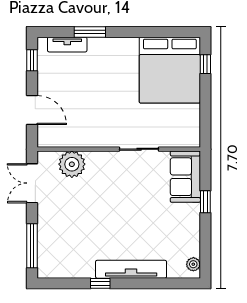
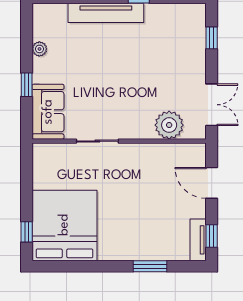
tv unit: (67, 45) -> (198, 240), moved, turned -90
window: (32, 246) -> (212, 38), width x0.46
plant: (193, 264) -> (39, 49), moved

